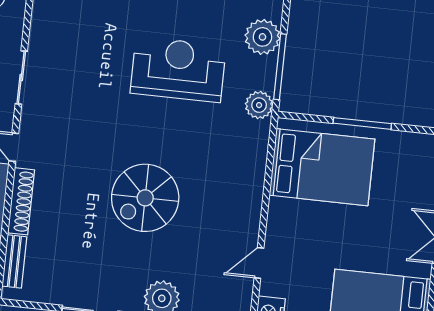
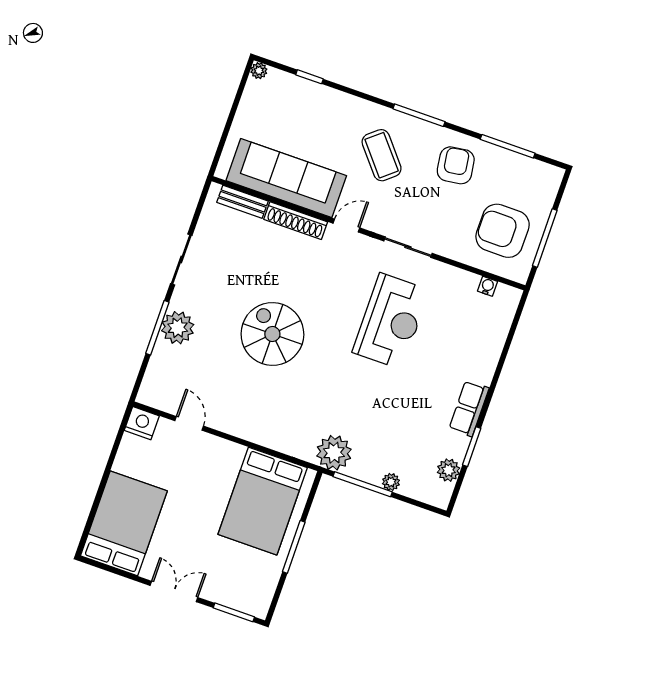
plant: (262, 37) -> (391, 482), width x0.53, depth x0.53
reception desk: (178, 69) -> (391, 321), moved
plant: (259, 105) -> (334, 453), width x1.36, depth x1.36

